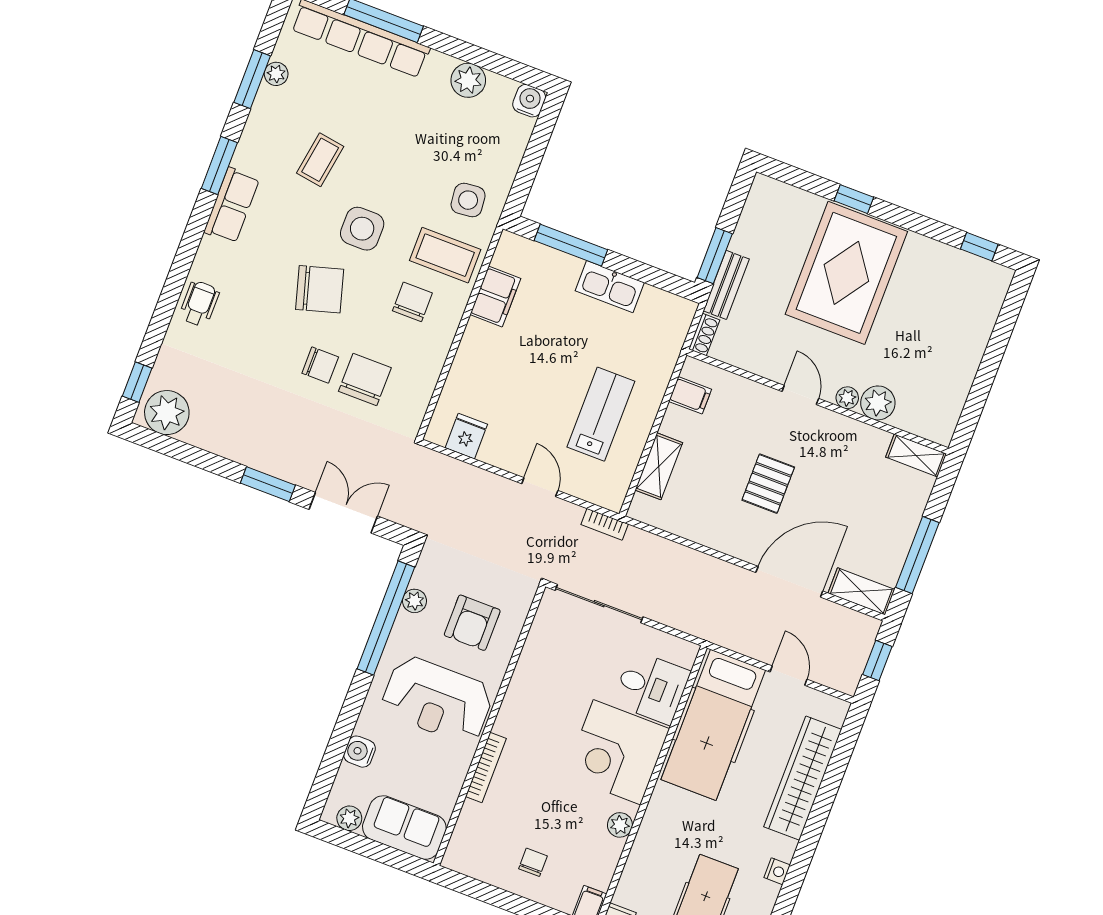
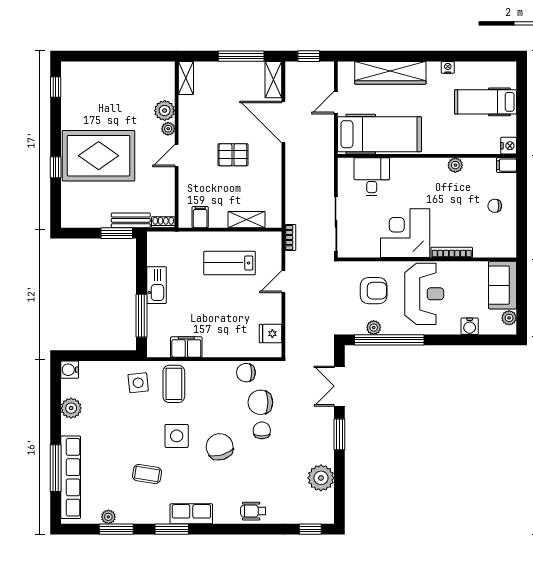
chair: (412, 302) -> (246, 373), moved
plant: (167, 413) -> (321, 478), moved
corner desk: (617, 752) -> (405, 233), moved, turned 180

